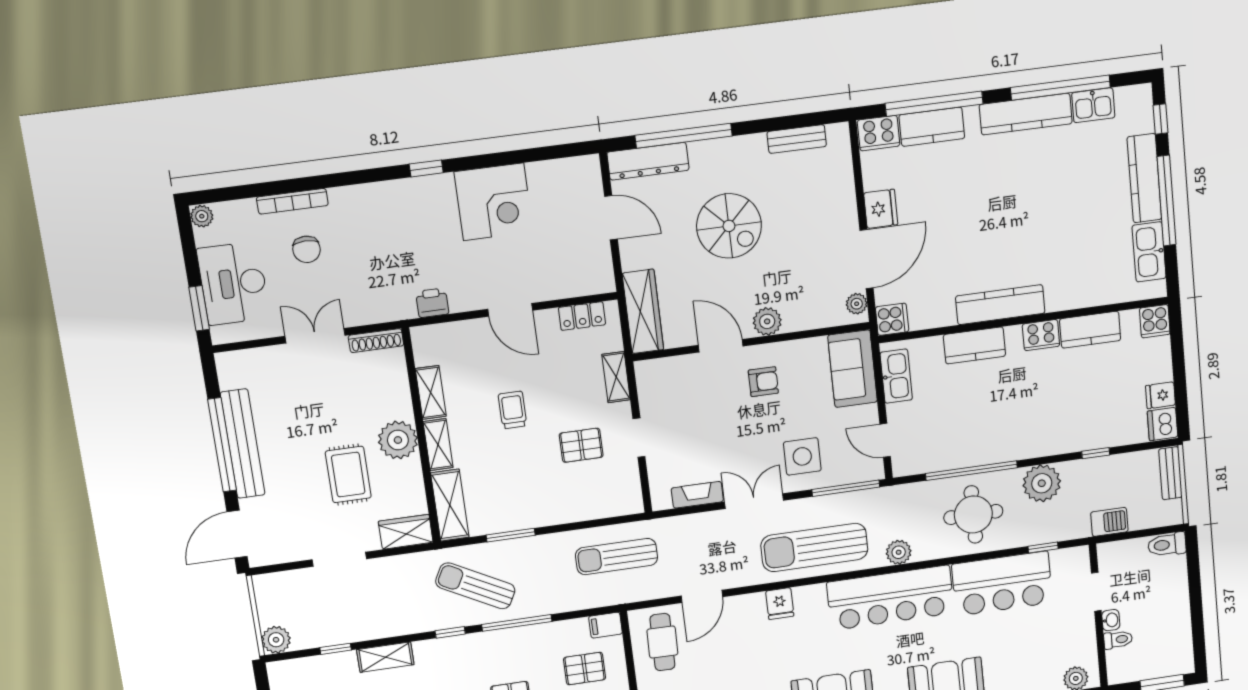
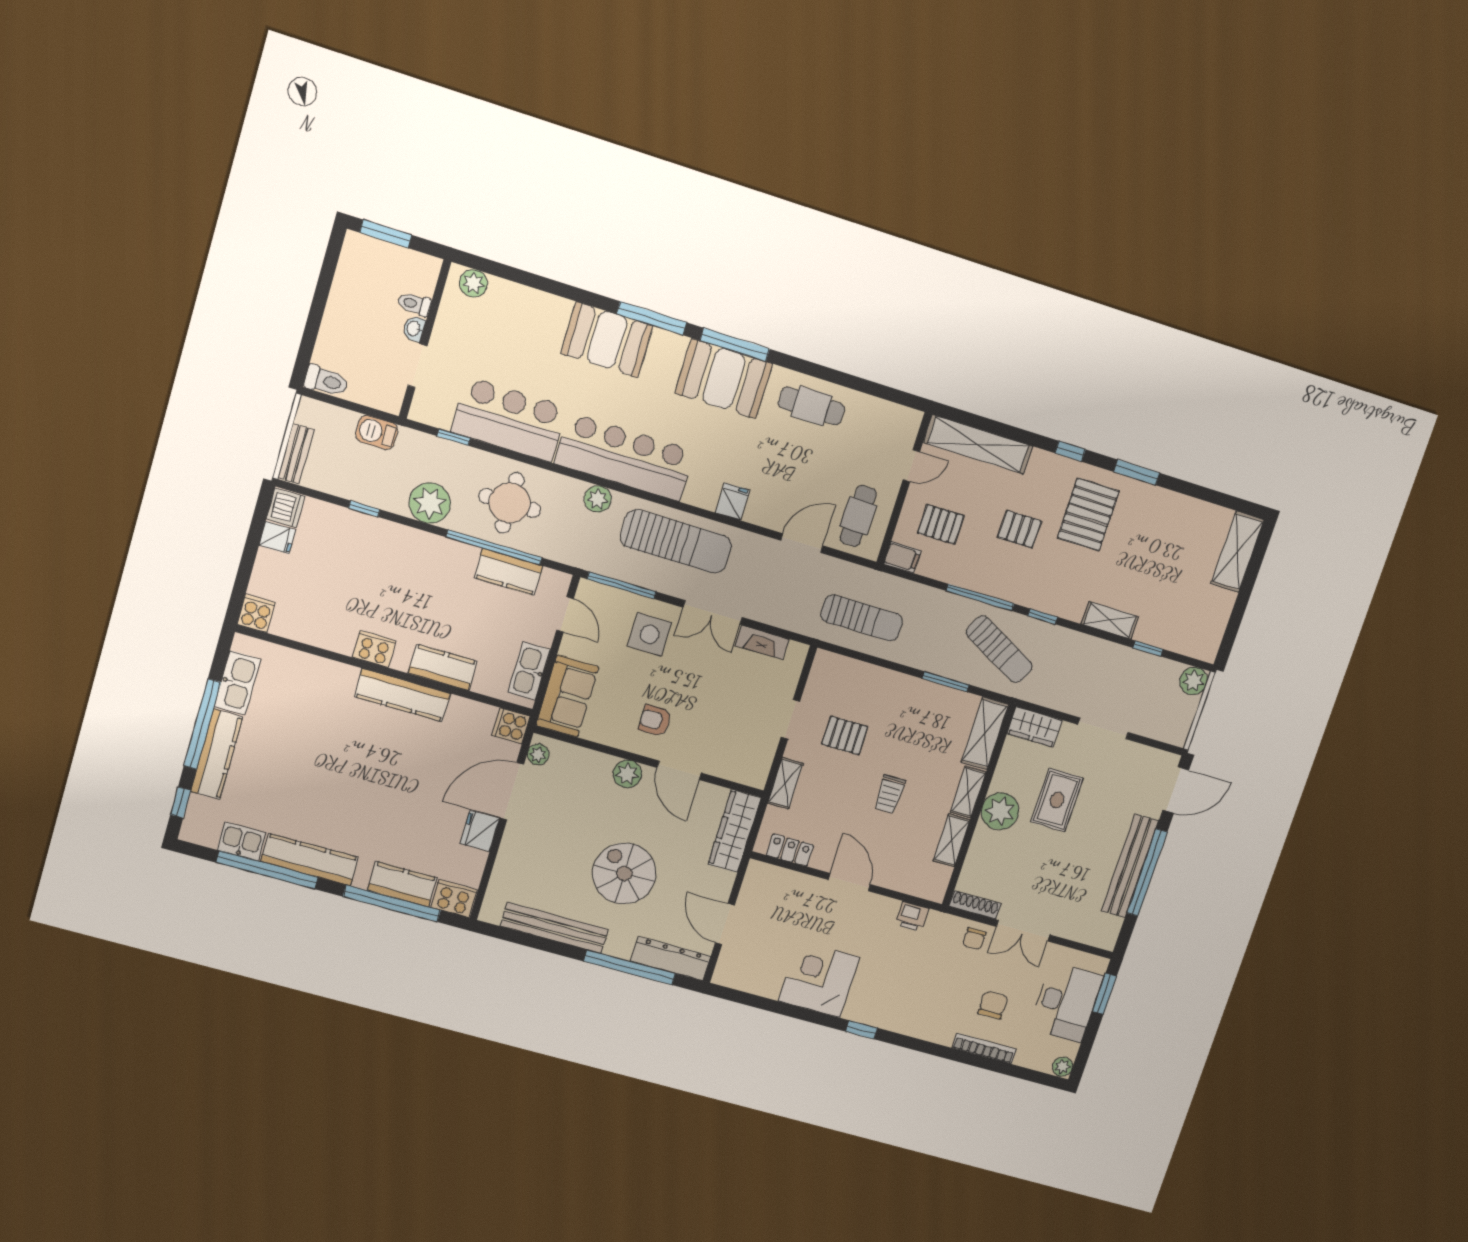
bench: (797, 139) -> (554, 928), width x1.86, depth x1.21
chair: (360, 307) -> (974, 939), added
kitchen counter: (1090, 330) -> (508, 572), moved, turned 180

